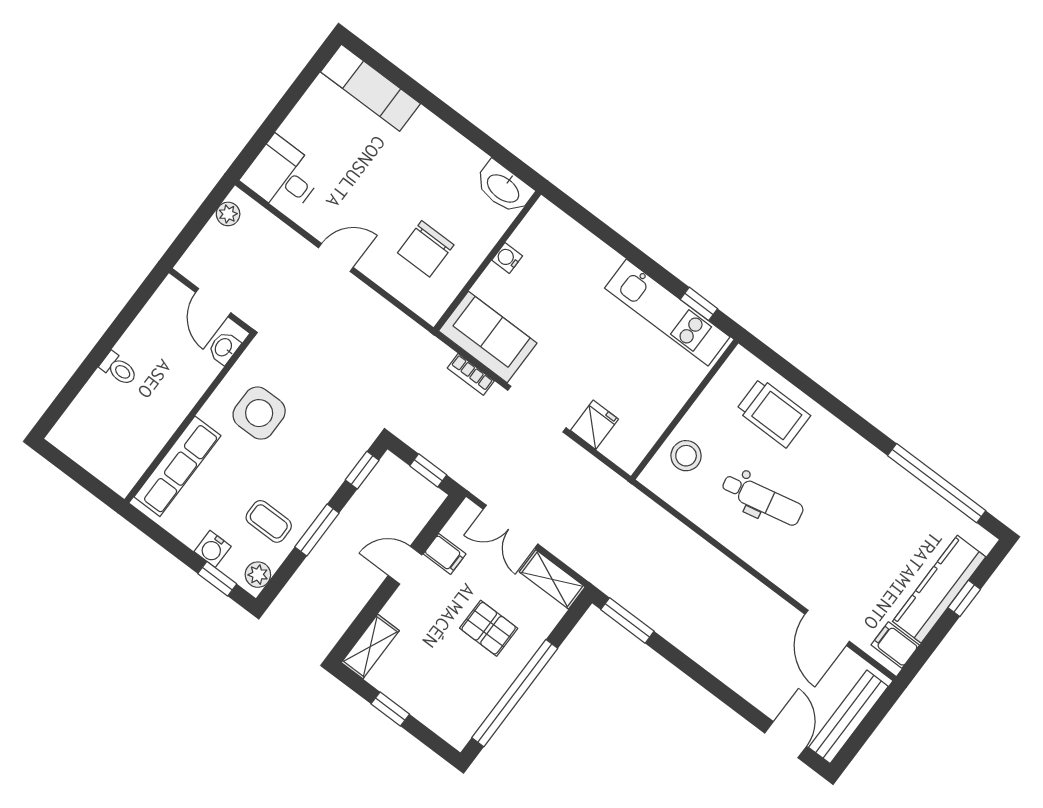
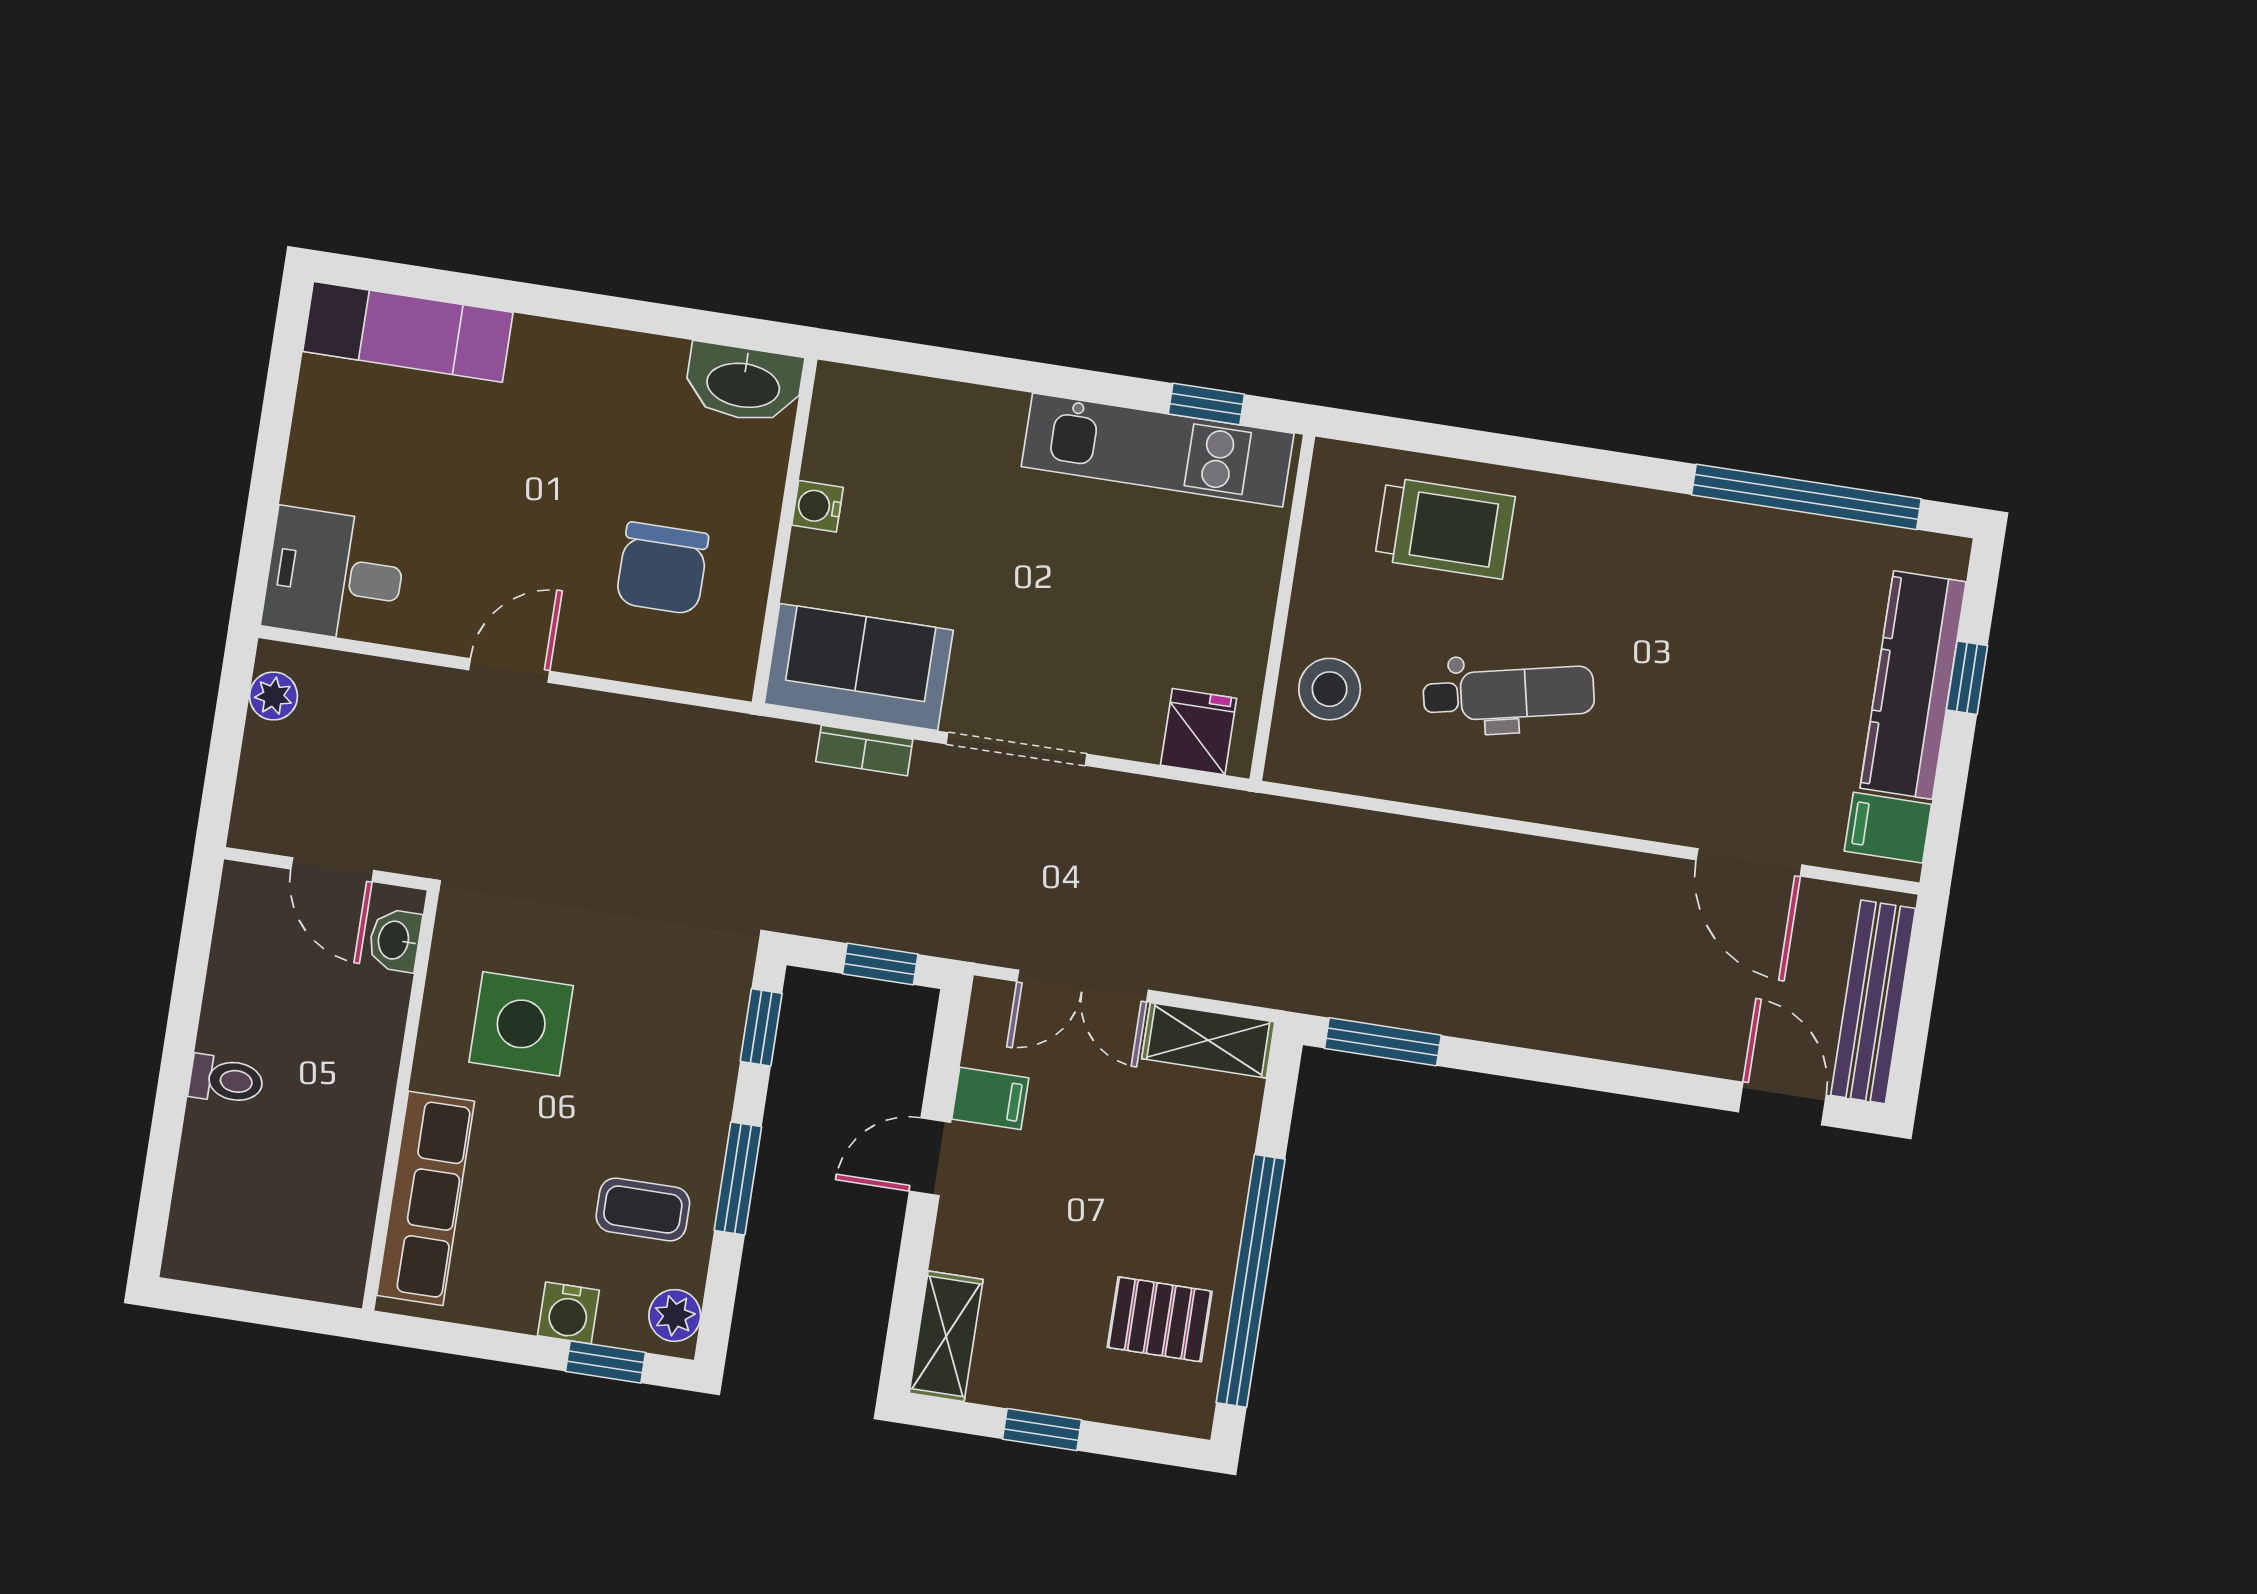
fridge: (594, 425) -> (1199, 732), moved
pallet: (489, 628) -> (1160, 1319), moved

